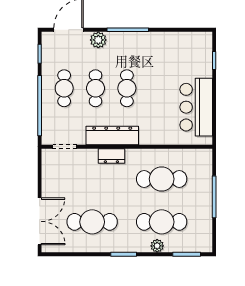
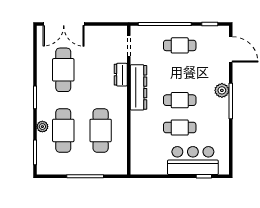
plant: (98, 40) -> (222, 90), moved
cafe table: (96, 88) -> (180, 128), moved
bar counter: (196, 107) -> (193, 161), moved
dresser: (111, 156) -> (121, 75), moved

